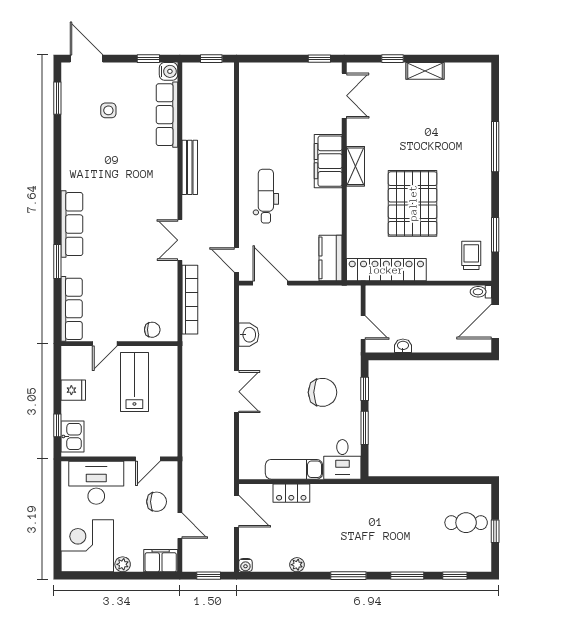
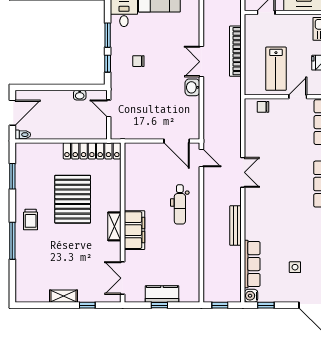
window: (319, 59) -> (159, 305), moved
trolley: (471, 255) -> (31, 220), moved
kitchen counter: (331, 258) -> (162, 294), moved, turned -90
bookcase: (190, 300) -> (235, 51), moved
washbasin: (249, 335) -> (192, 87), moved
chair: (323, 392) -> (138, 61), width x0.54, depth x0.54

